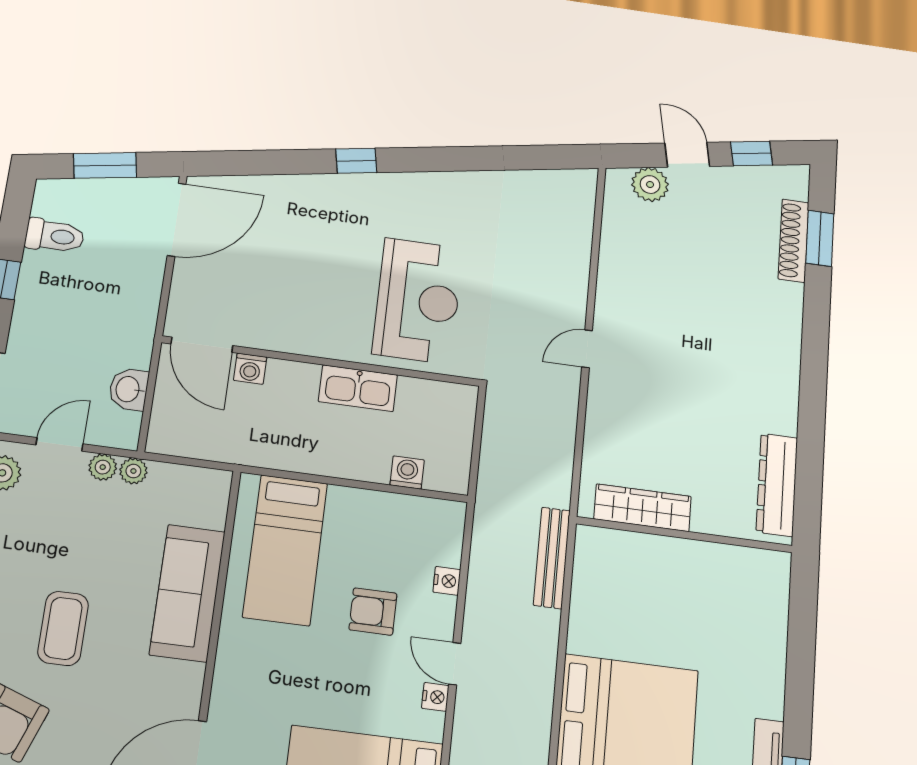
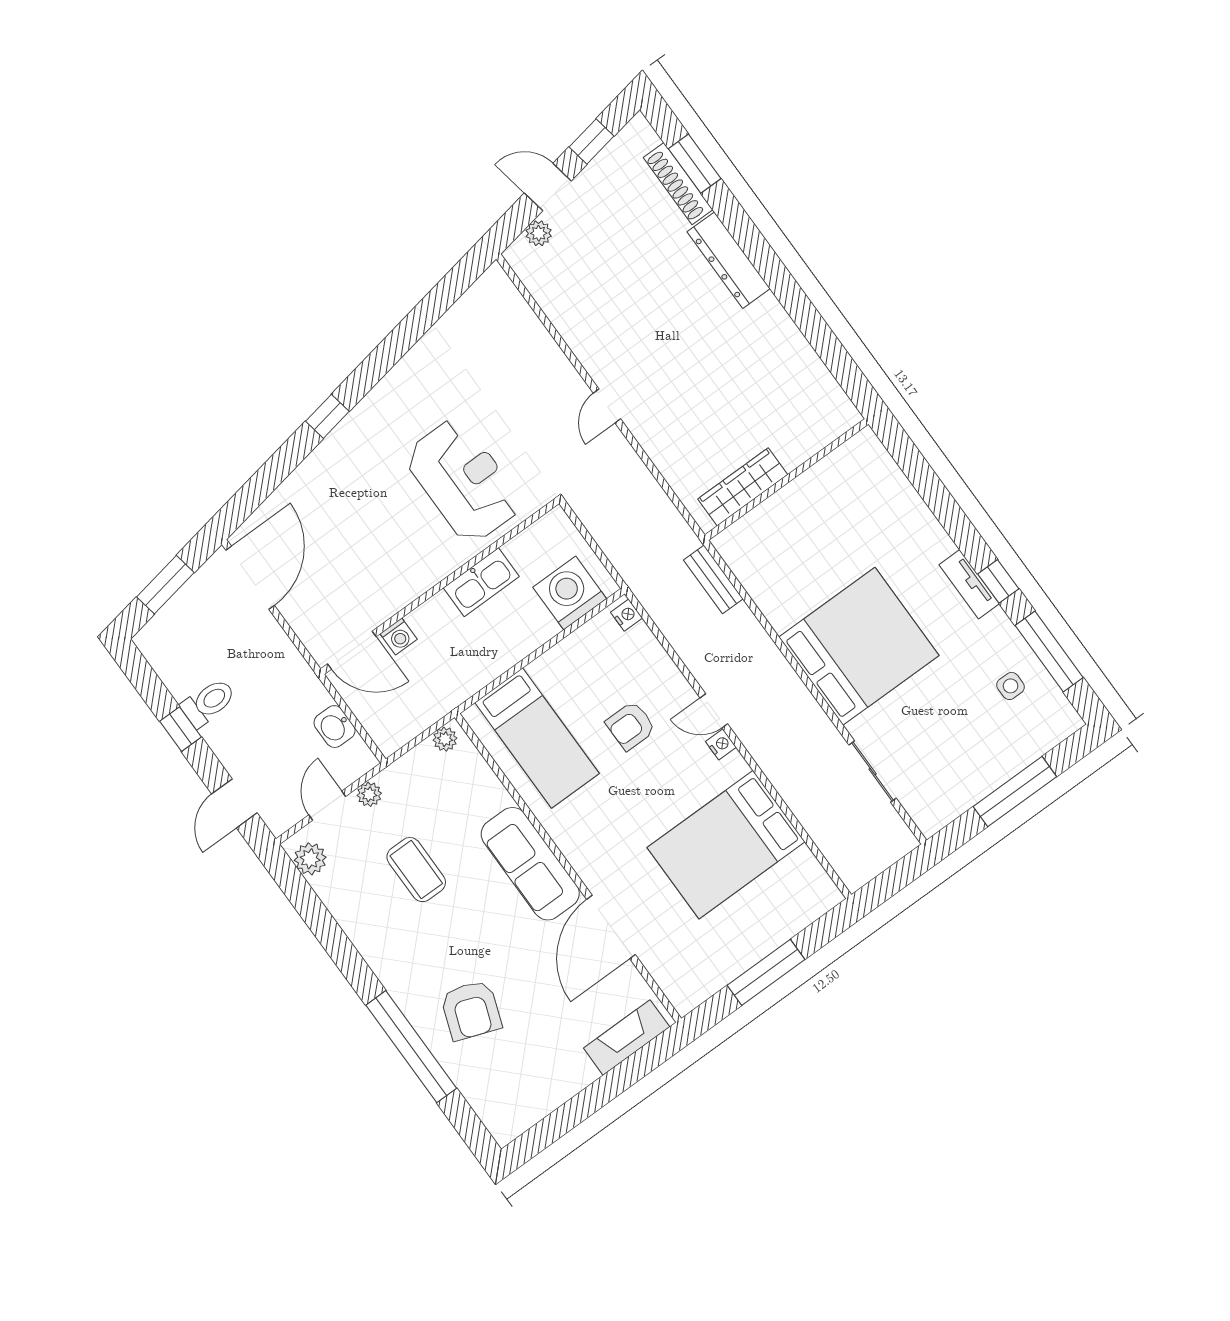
plant: (650, 184) -> (539, 233), width x0.73, depth x0.73
toilet: (55, 236) -> (208, 702), moved
plant: (133, 471) -> (445, 739), moved
washing machine: (407, 472) -> (570, 593), width x1.89, depth x1.89
dresser: (777, 485) -> (729, 260), moved
bench: (552, 558) -> (713, 579), width x0.73
nightstand: (447, 581) -> (627, 615), moved
sofa: (187, 593) -> (530, 864), moved
coffee table: (63, 628) -> (416, 870), moved

